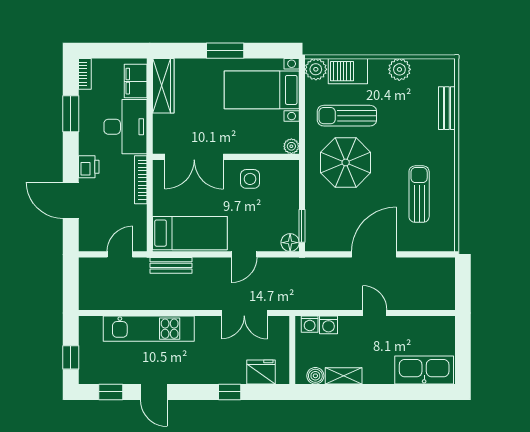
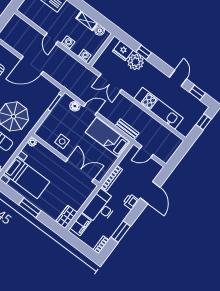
wardrobe: (163, 86) -> (67, 217), width x0.67
floor lamp: (290, 243) -> (75, 106), moved
double door: (244, 313) -> (110, 83), swing flipped
washing machine: (329, 325) -> (68, 43), moved
plant: (231, 370) -> (136, 62), added

